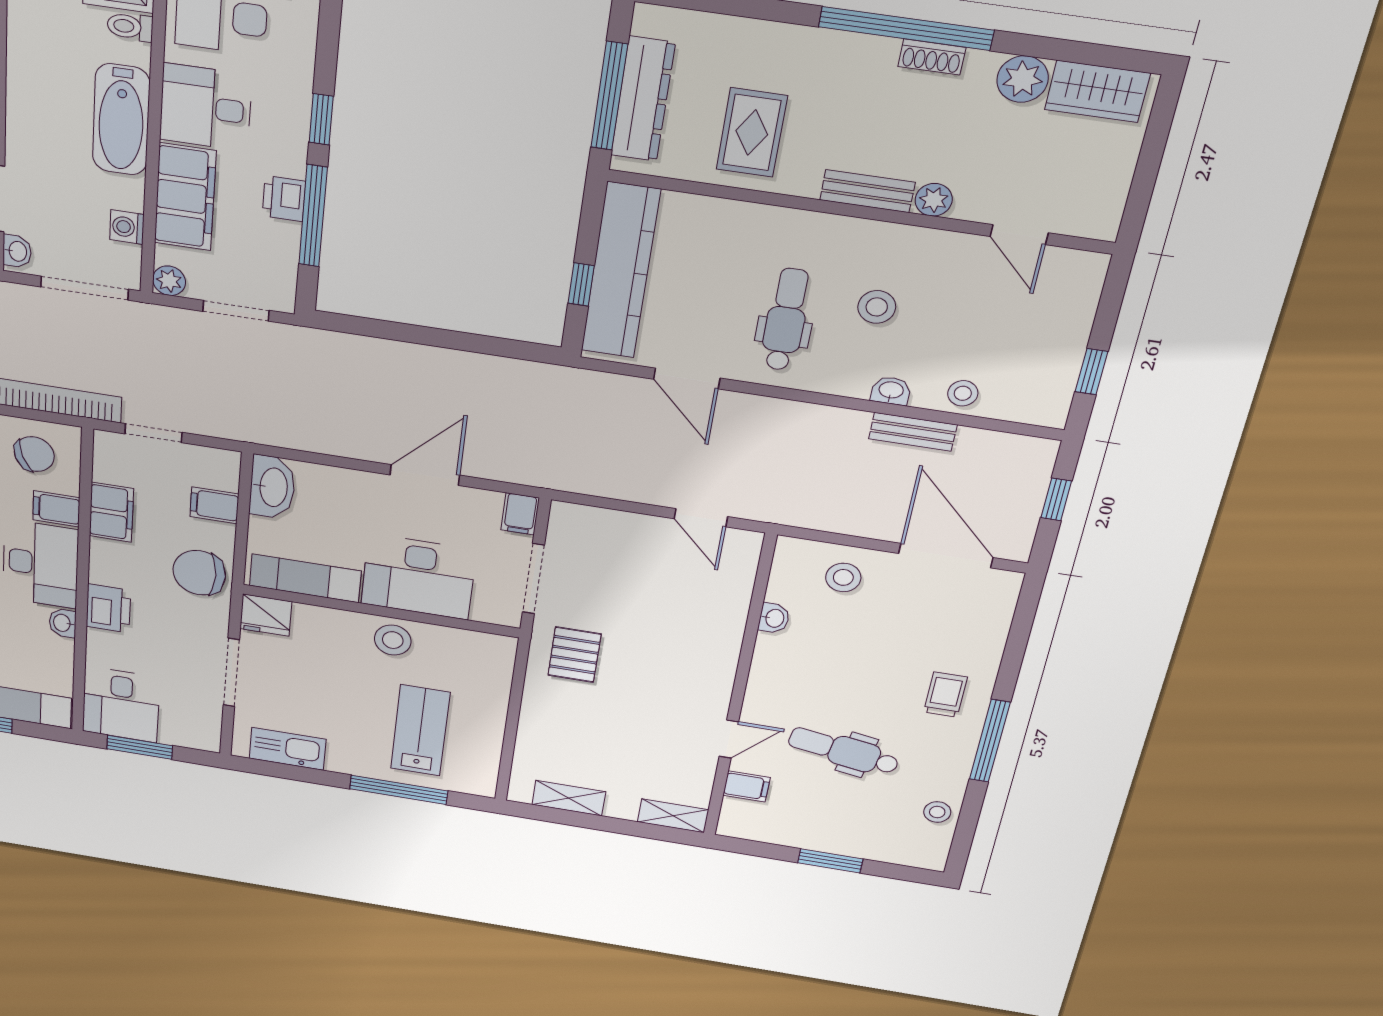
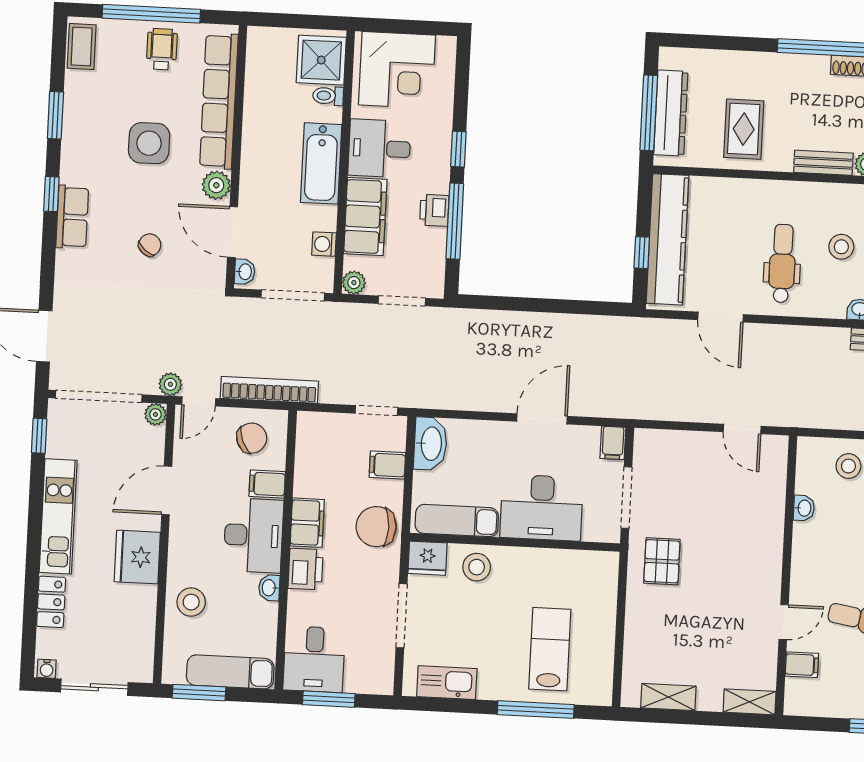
doorway: (153, 433) -> (376, 410), moved
filing cabinet: (111, 512) -> (307, 523), moved
stool: (393, 640) -> (477, 567), moved

